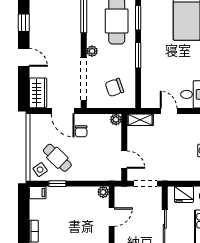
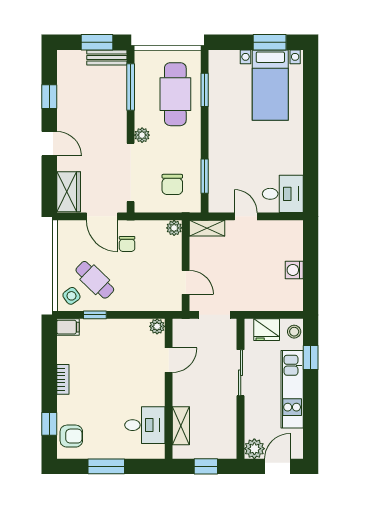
window: (138, 55) -> (205, 176), moved
chair: (114, 87) -> (172, 184), turned -71

